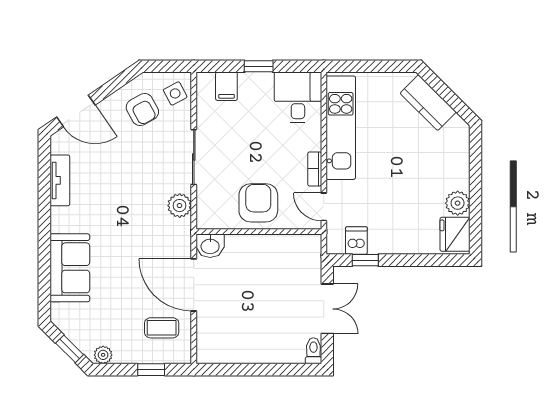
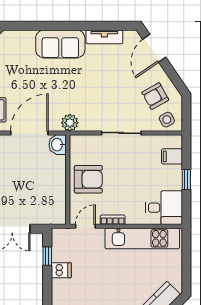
plant: (180, 206) -> (70, 123), moved
dishwasher: (356, 241) -> (61, 270), moved
sofa: (70, 268) -> (60, 44), moved

